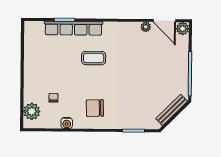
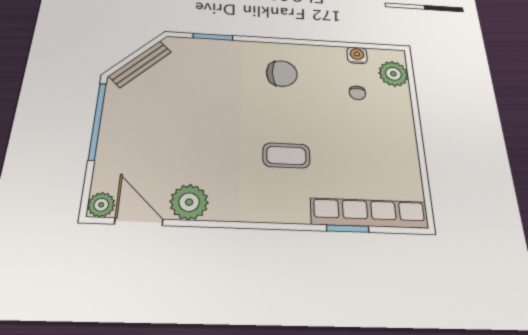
plant: (146, 27) -> (189, 202), width x1.87, depth x1.87
row of seats: (73, 28) -> (369, 213), moved
water cooler: (67, 123) -> (357, 55), moved

